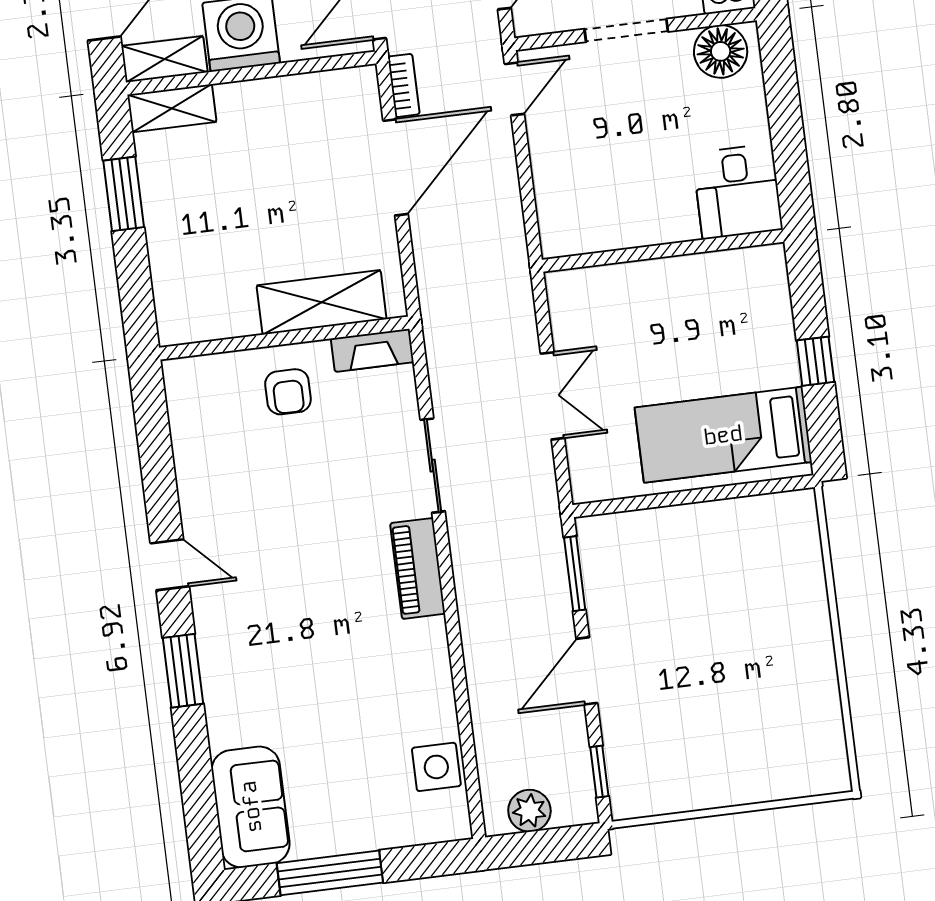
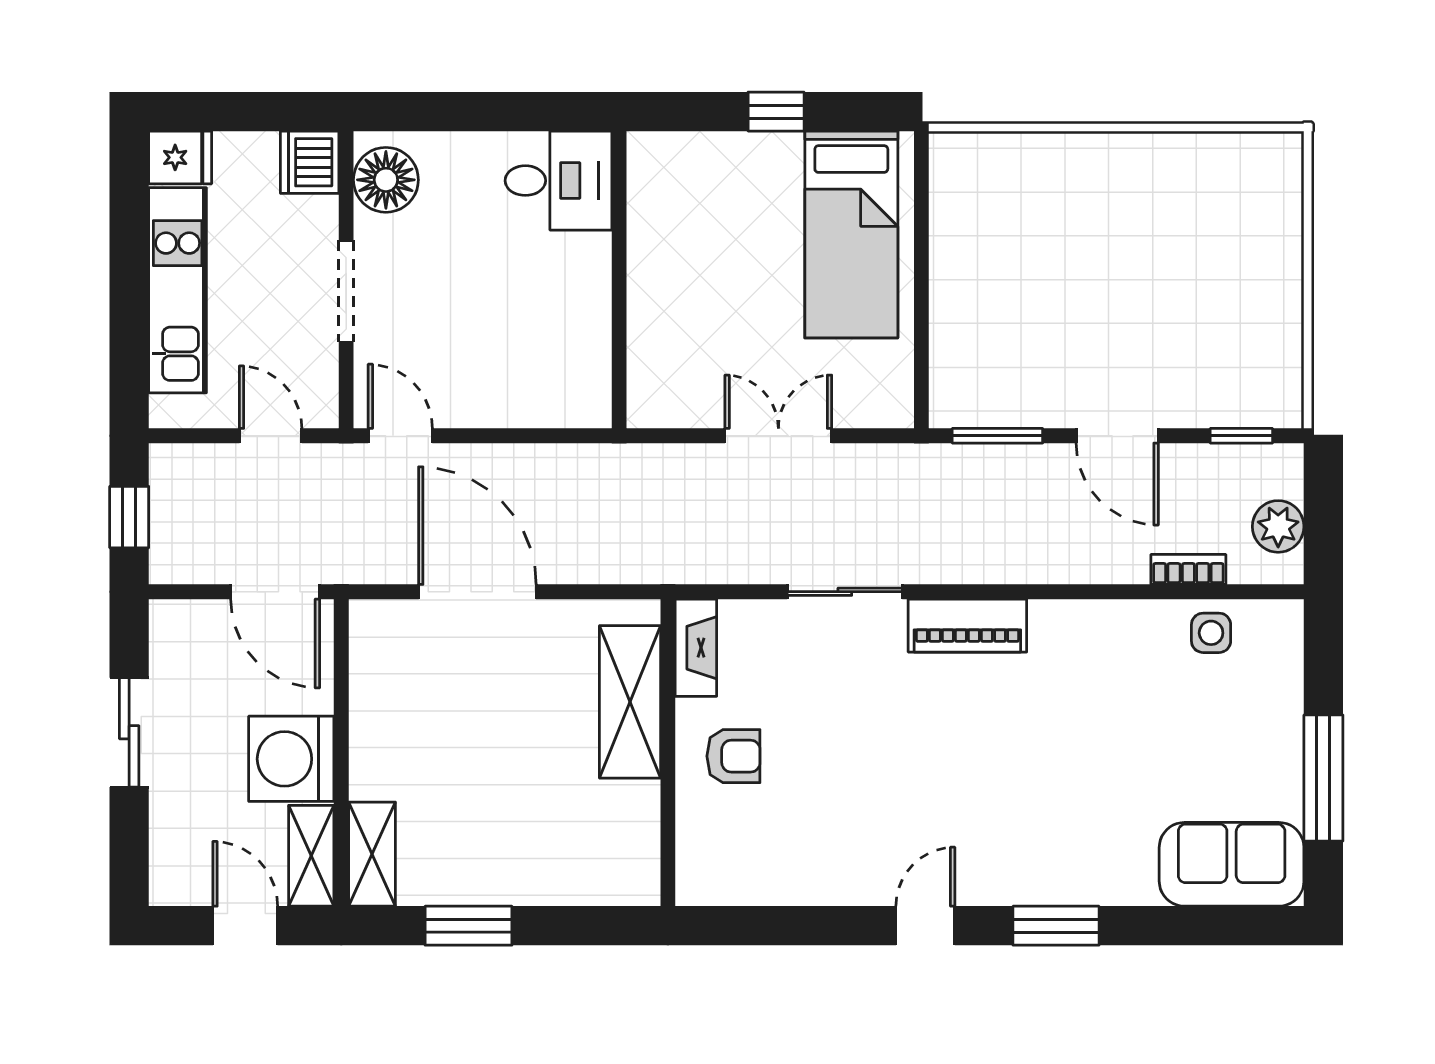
bookcase: (404, 85) -> (1188, 569), moved
side table: (436, 767) -> (1211, 633), width x0.73, depth x0.73

